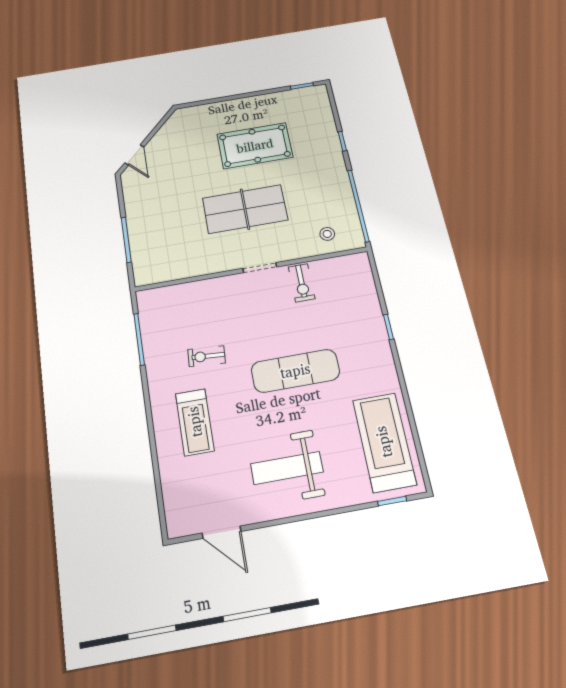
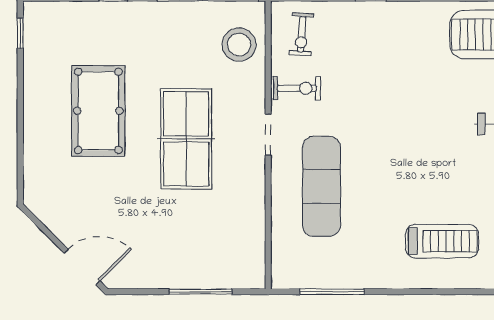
door: (134, 155) -> (82, 267), width x1.38
stool: (327, 234) -> (239, 45), width x1.89, depth x1.89
exercise bike: (207, 356) -> (302, 34), moved
exercise mat: (295, 371) -> (322, 186), moved

